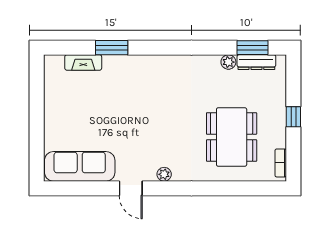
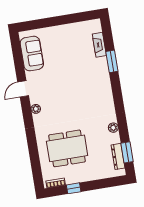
plant: (228, 62) -> (113, 128), moved
window: (293, 117) -> (74, 188), moved
sofa: (80, 166) -> (32, 54), width x0.73

